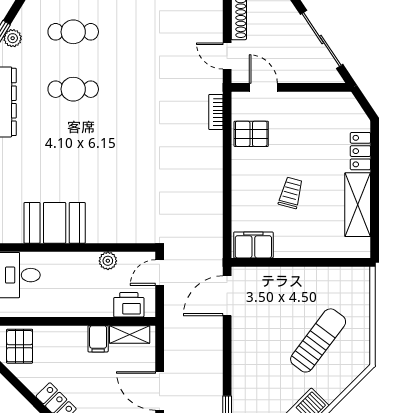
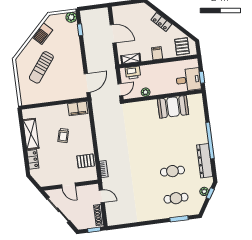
door: (263, 87) -> (68, 186), moved
filing cabinet: (98, 339) -> (157, 53), moved

